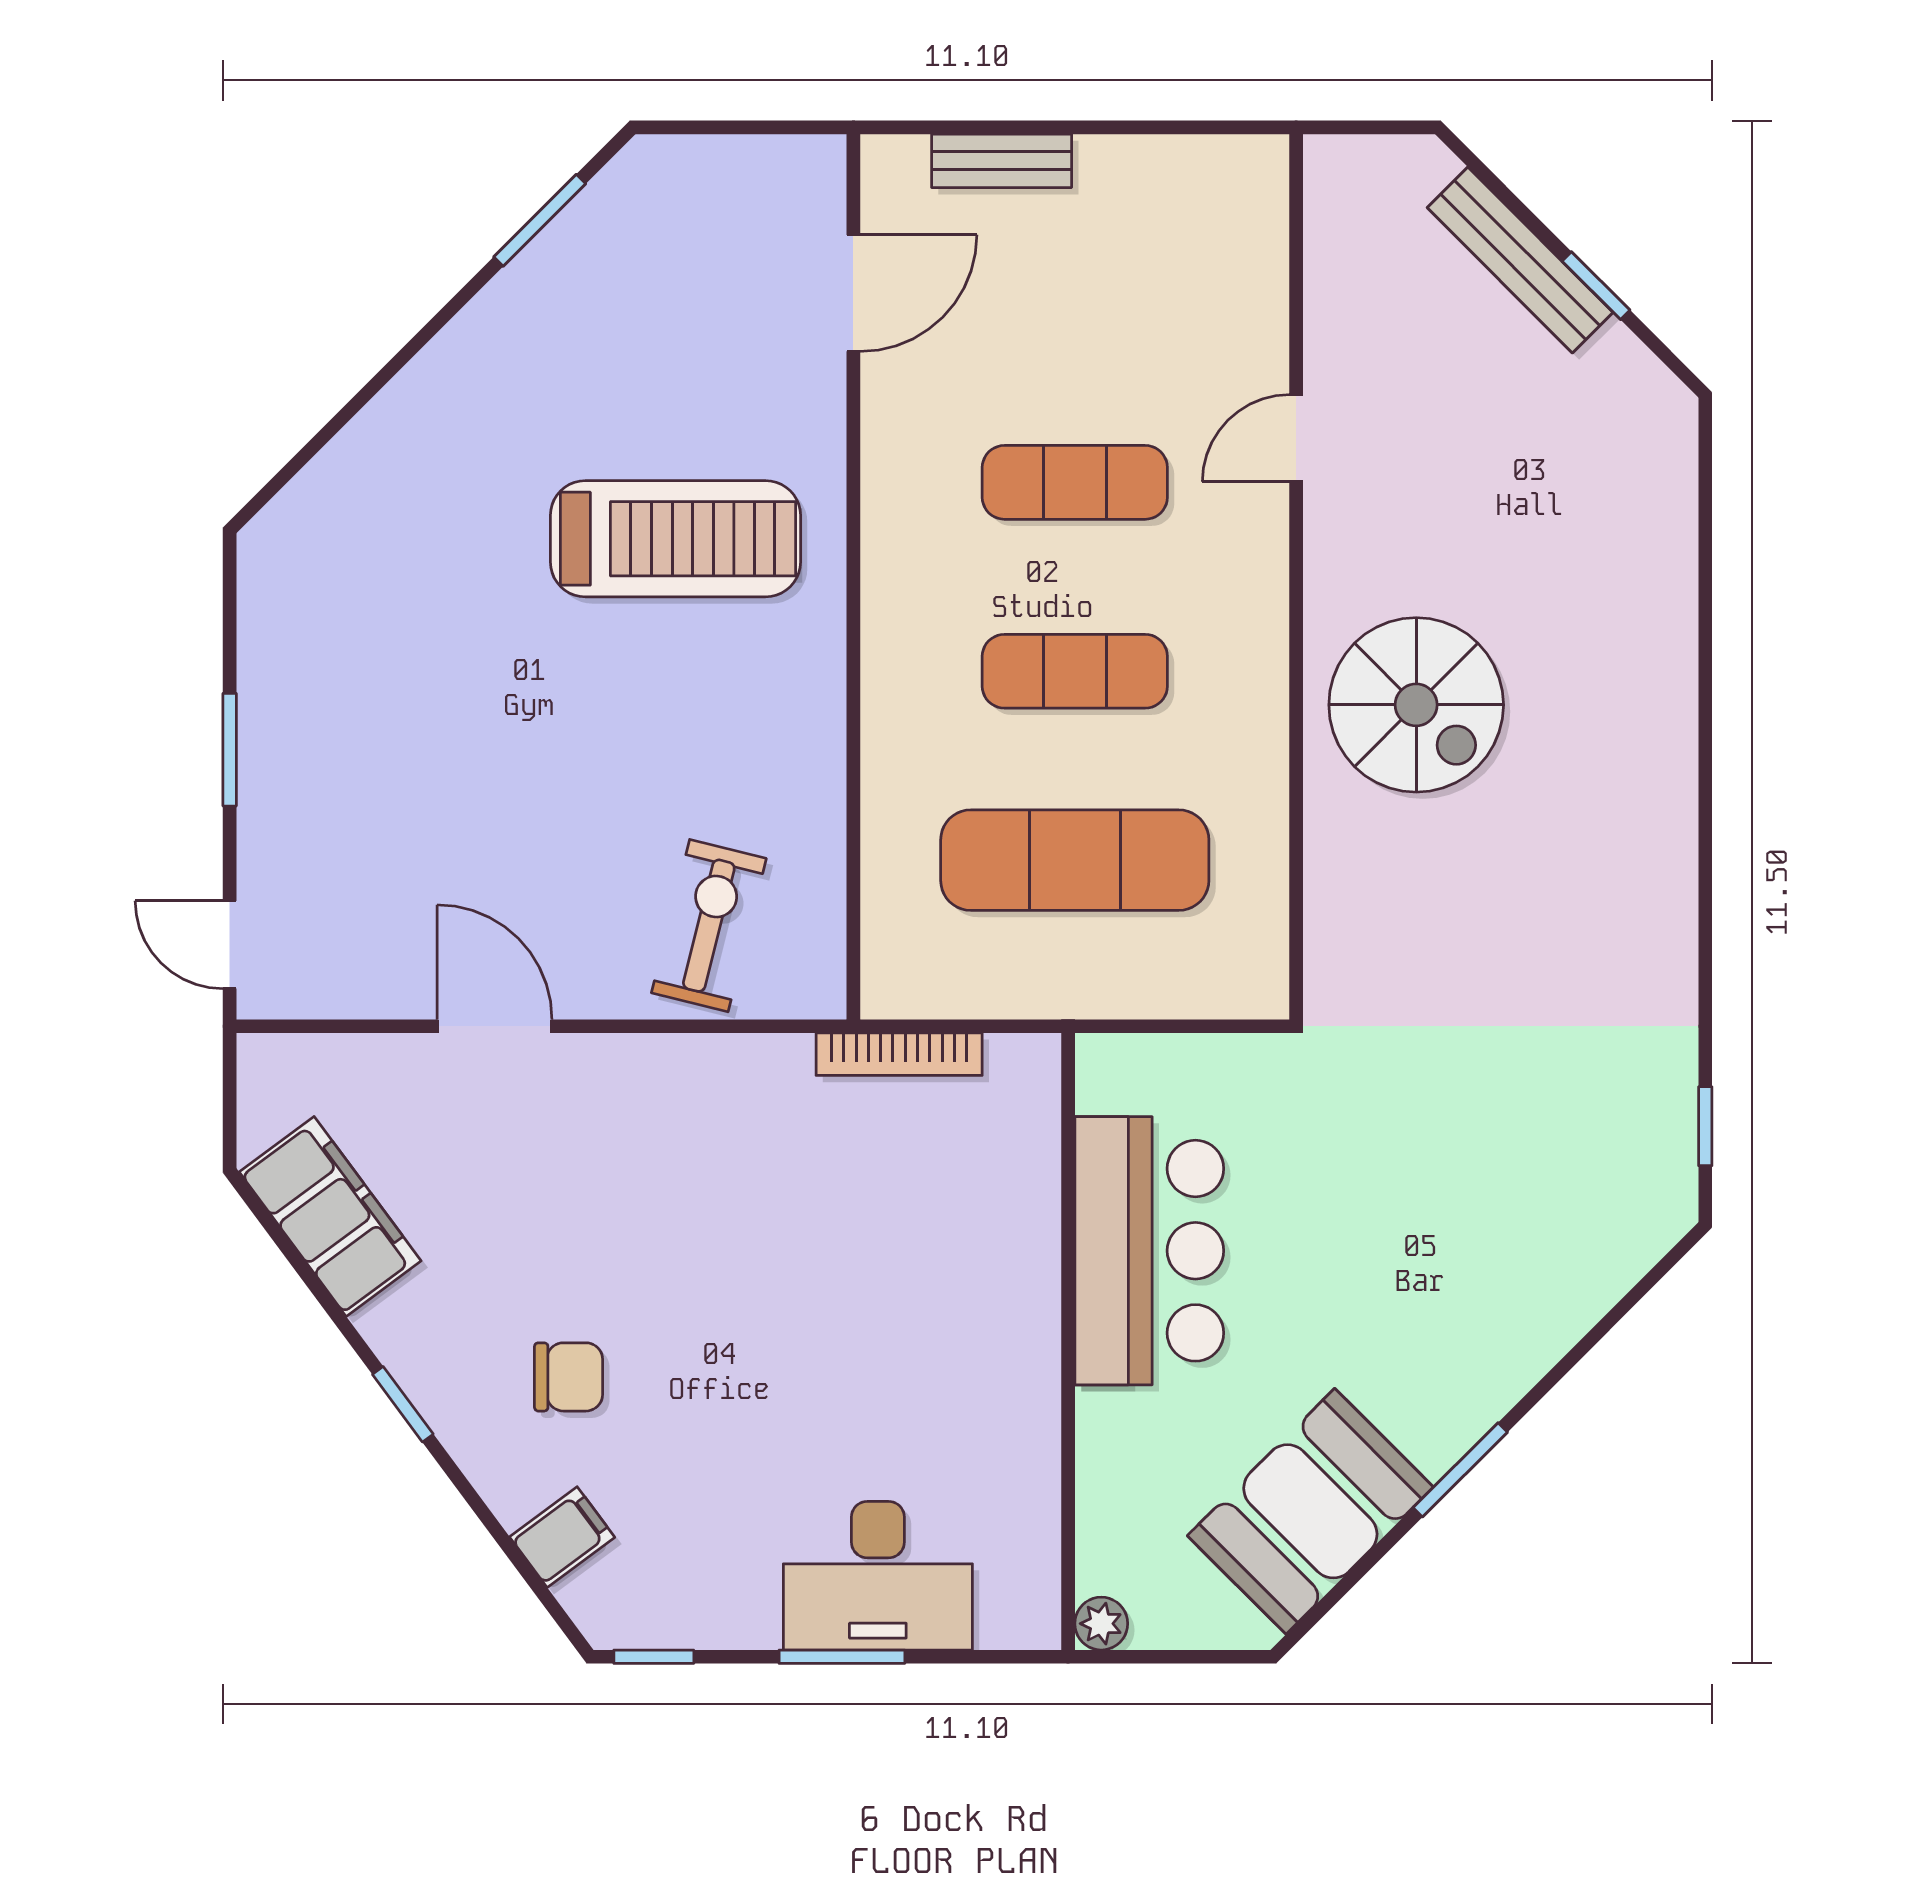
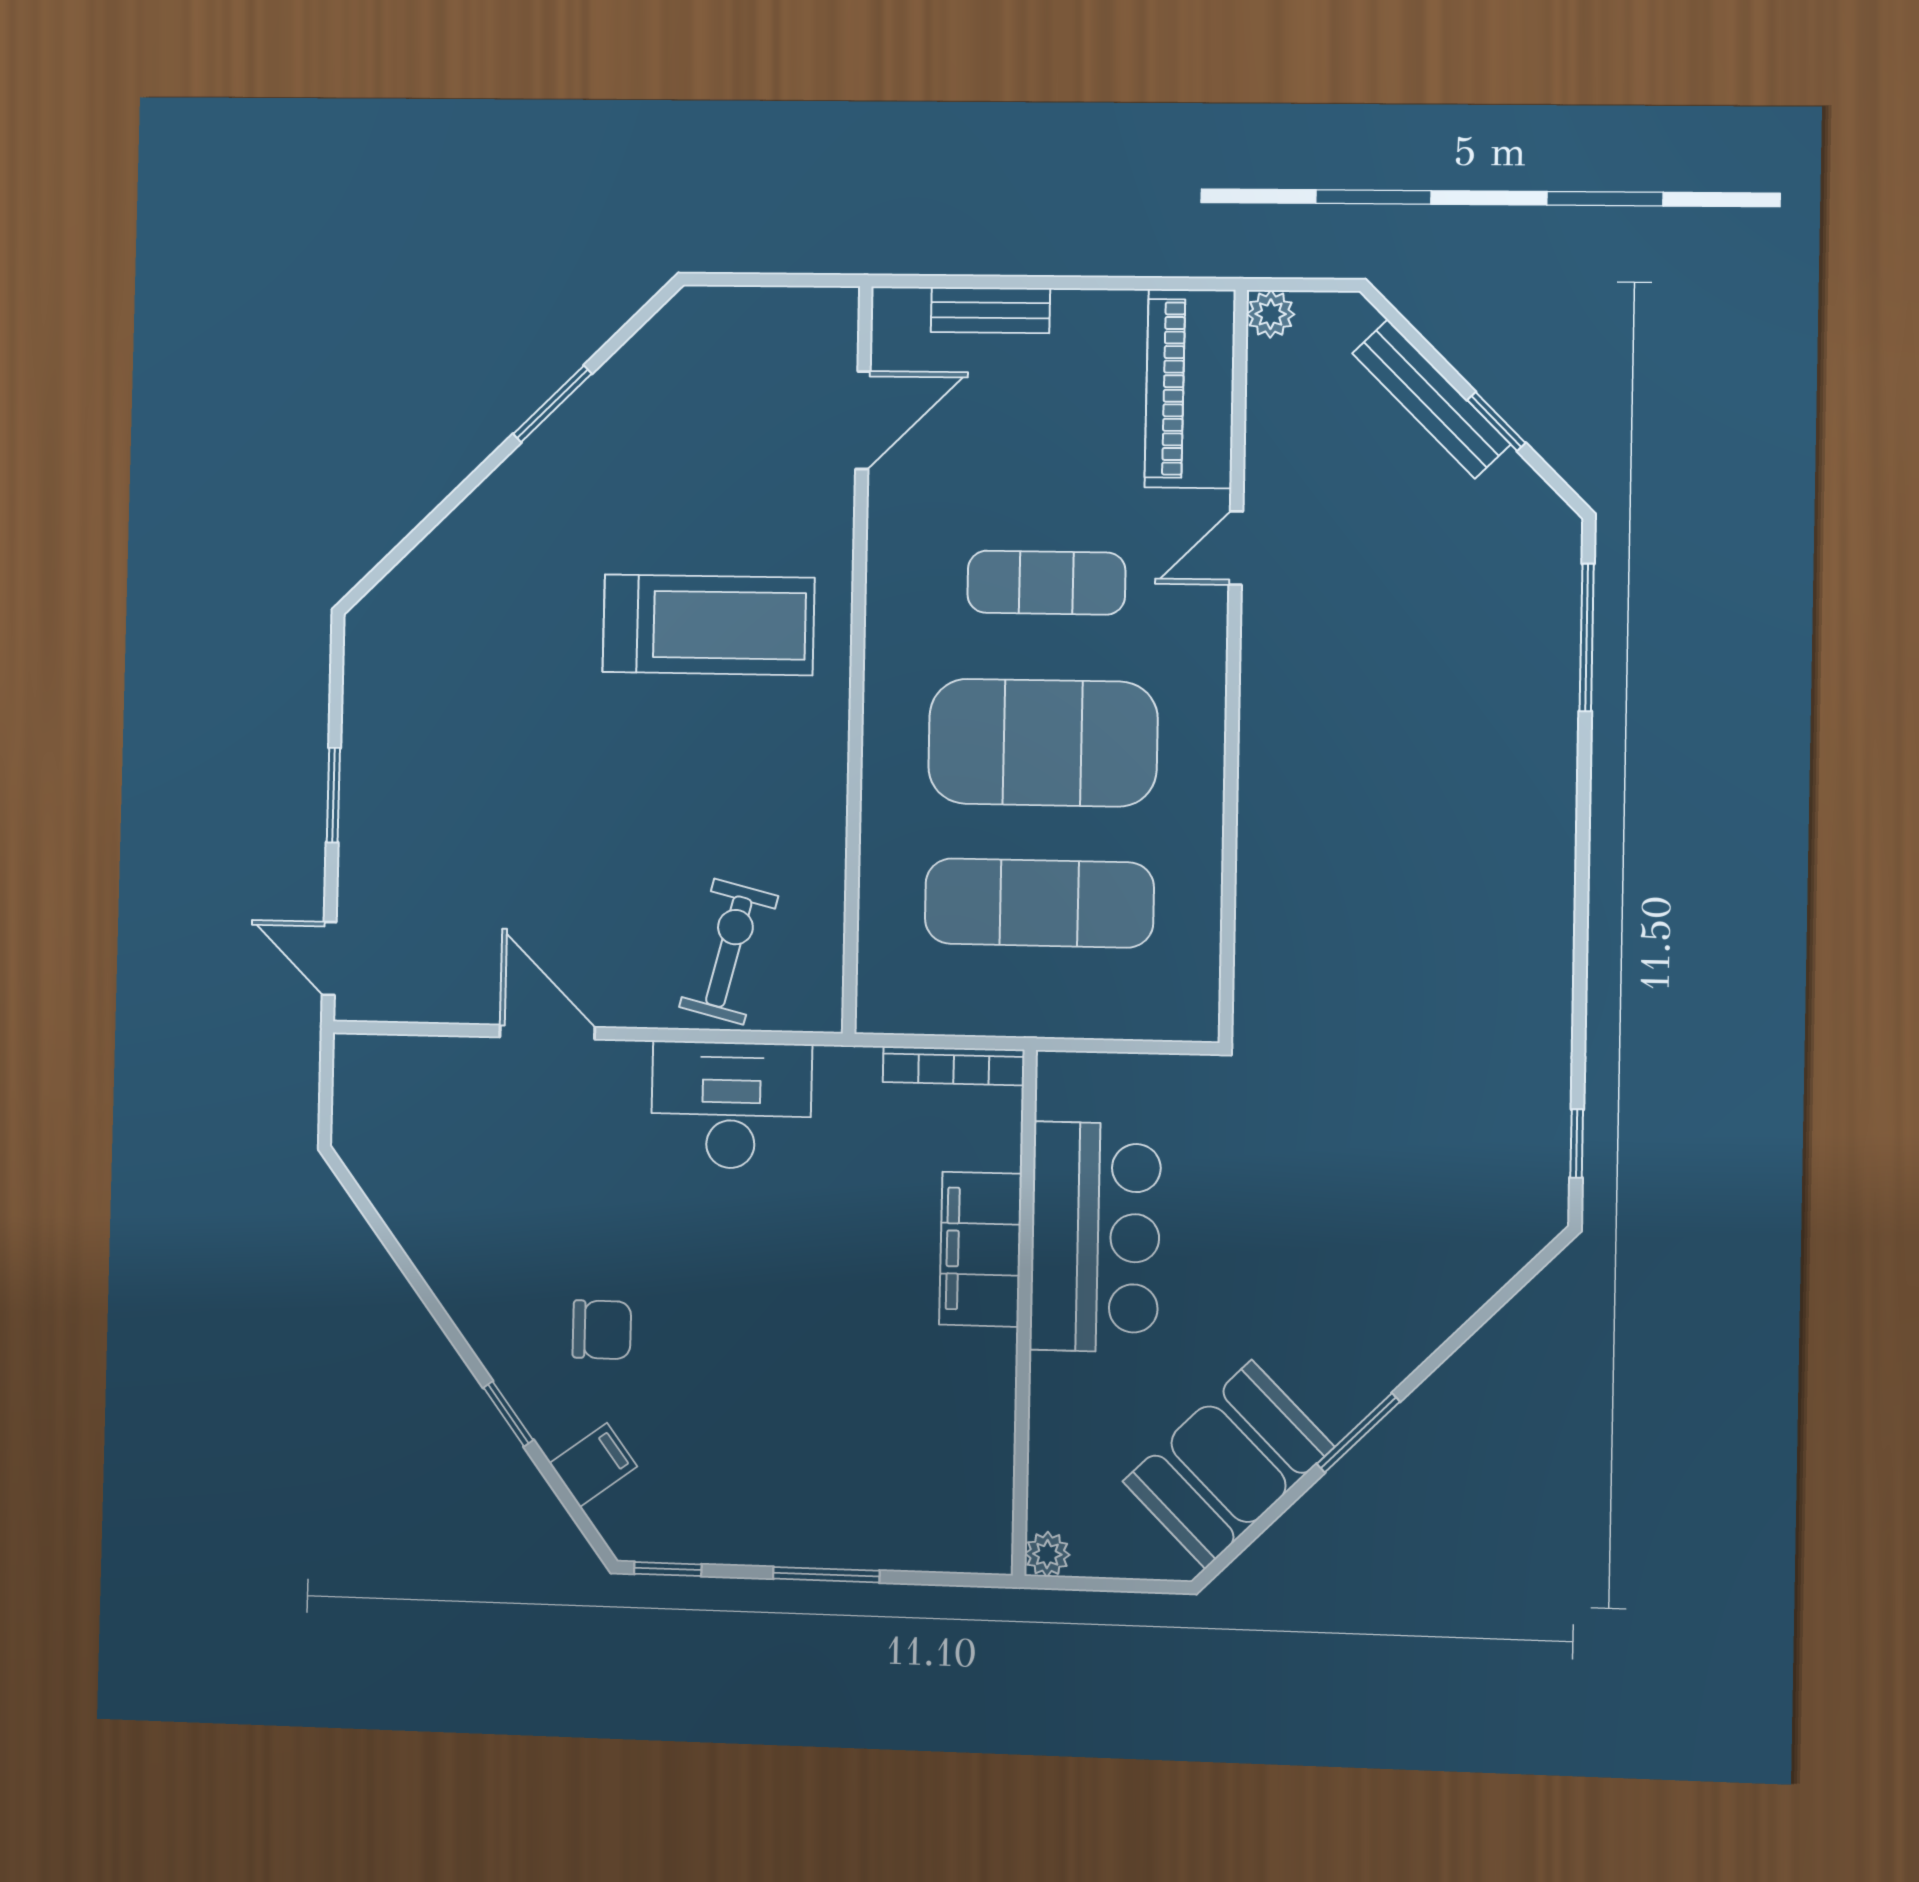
plant: (1331, 162) -> (1271, 314), added
window: (540, 220) -> (552, 404), moved
piano: (1239, 251) -> (1190, 389), added
window: (1705, 537) -> (1587, 637), added
exercise mat: (1075, 671) -> (1043, 743), width x2.00, depth x1.45
spiral stairs: (1416, 705) -> (1334, 777), removed
bookcase: (899, 1054) -> (954, 1066), moved
filing cabinet: (330, 1216) -> (980, 1249), moved, turned -143
window: (403, 1404) -> (508, 1414), moved
desk: (878, 1576) -> (731, 1105), moved, turned 180

